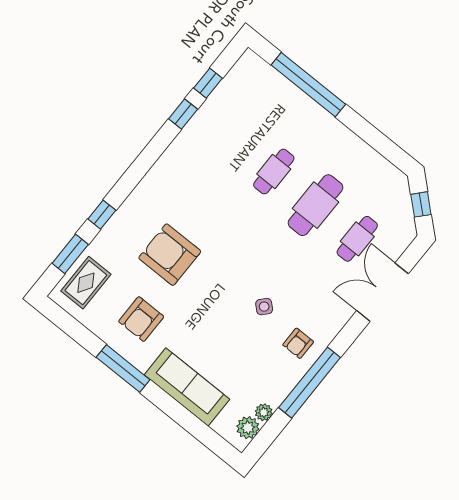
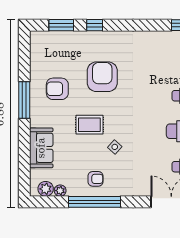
rug: (86, 283) -> (89, 125), moved
armchair: (298, 343) -> (95, 179), moved, turned 180
sofa: (187, 387) -> (41, 148), width x0.73

